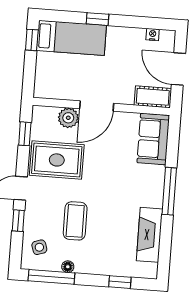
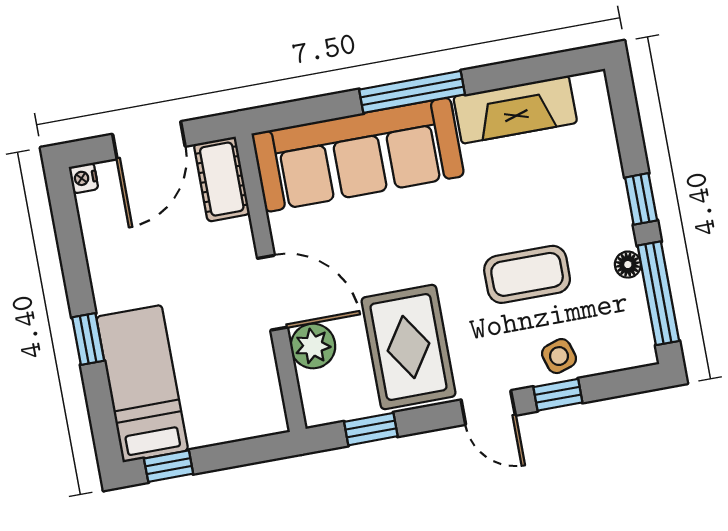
nightstand: (153, 34) -> (84, 178), moved
sofa: (153, 139) -> (358, 155), width x1.85, depth x1.27
side table: (39, 247) -> (559, 356), moved
window: (120, 282) -> (641, 199), moved

